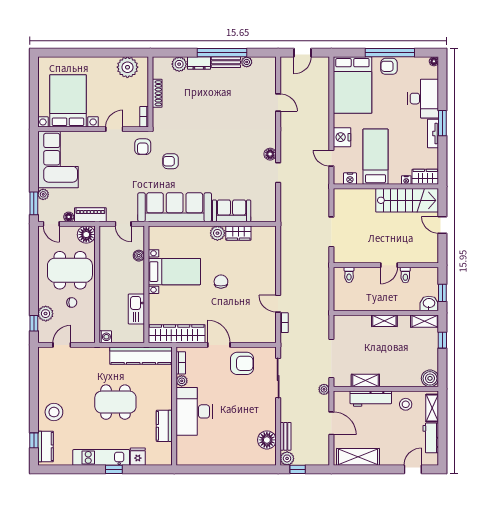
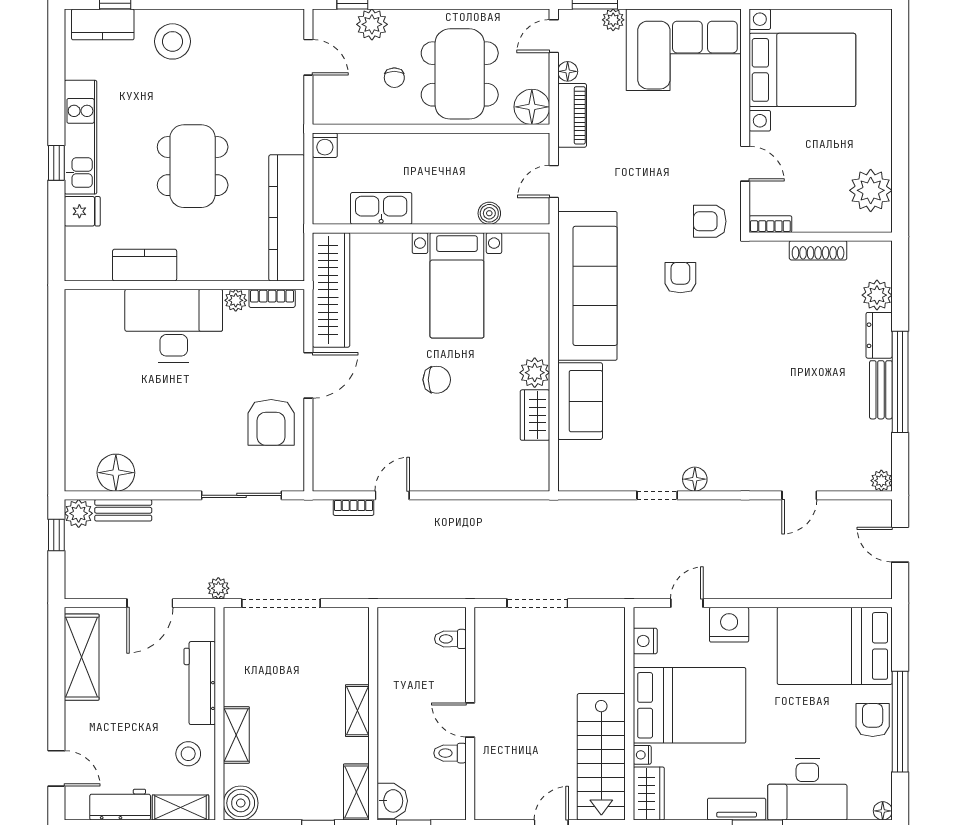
plant: (247, 62) -> (881, 481), moved
bed: (376, 157) -> (689, 705), width x1.50
shelving: (365, 381) -> (236, 735), moved

